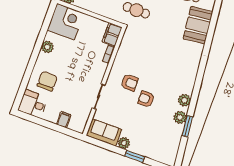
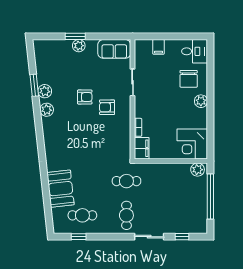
plant: (47, 47) -> (201, 101), moved
plant: (124, 143) -> (79, 46), moved

